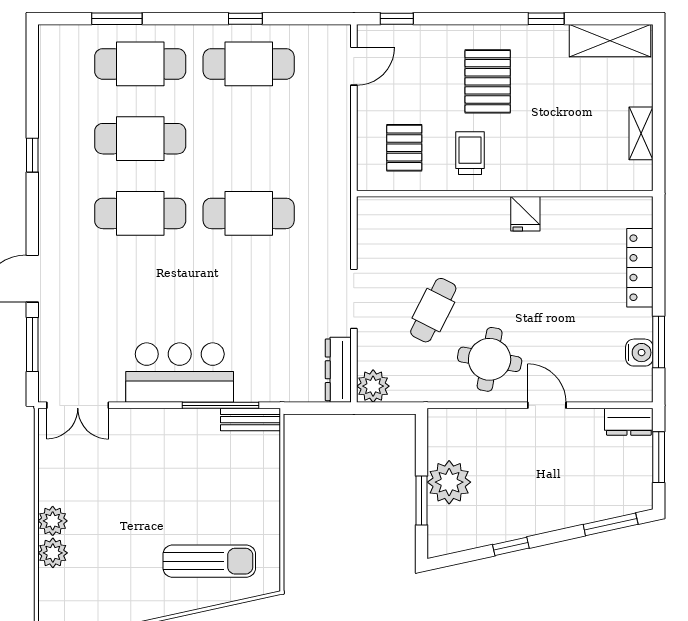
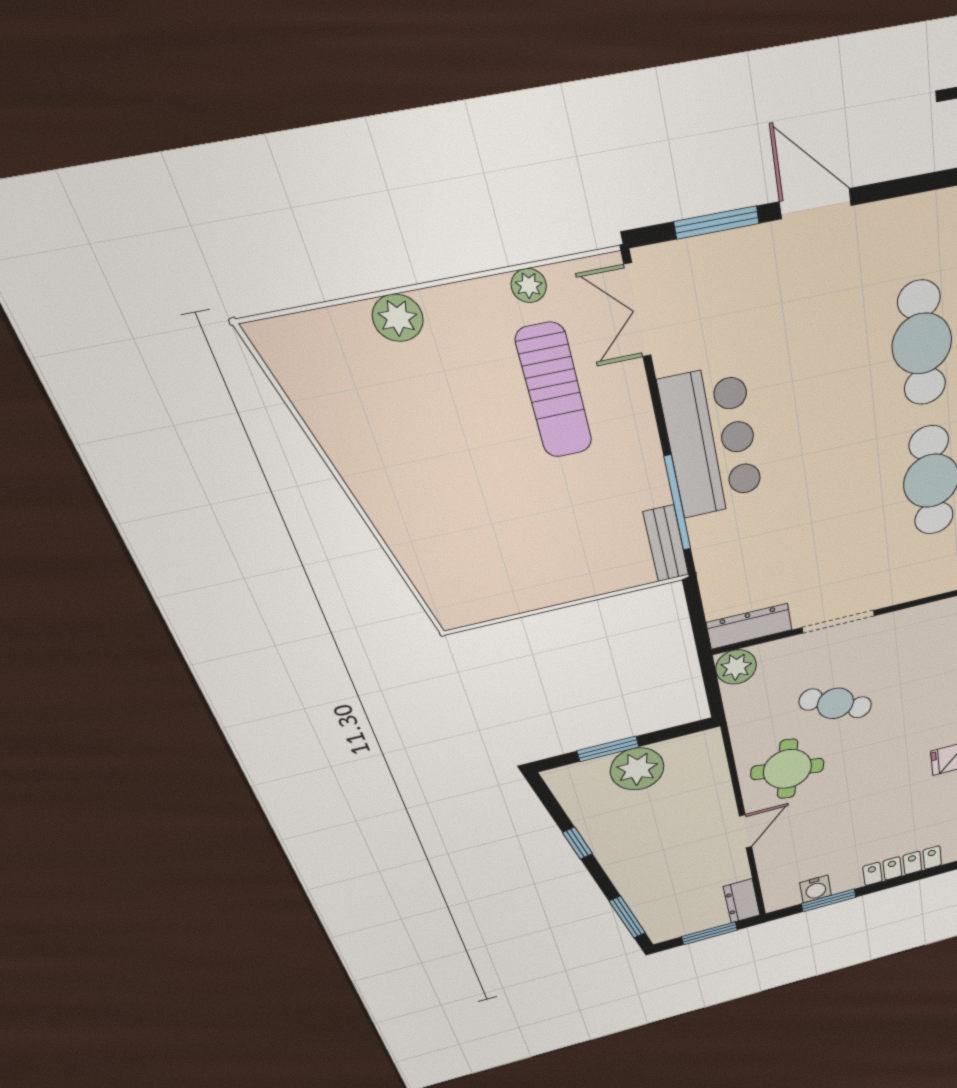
plant: (53, 521) -> (529, 286), moved, width x0.73, depth x0.73
sun lounger: (209, 561) -> (554, 391), moved

